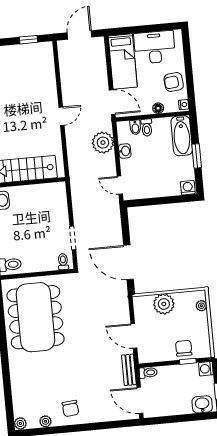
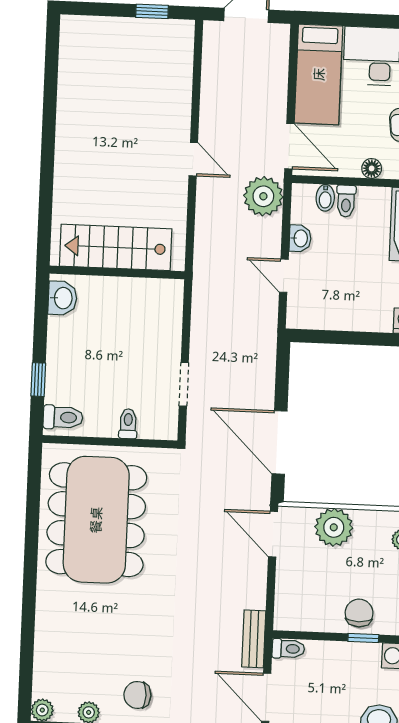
door: (62, 116) -> (193, 159), hinge flipped
plant: (103, 143) -> (263, 196), moved
door: (120, 185) -> (284, 276), moved
toilet: (63, 262) -> (128, 424), moved
door: (134, 336) -> (273, 534), moved
chair: (70, 408) -> (137, 695), turned 95

